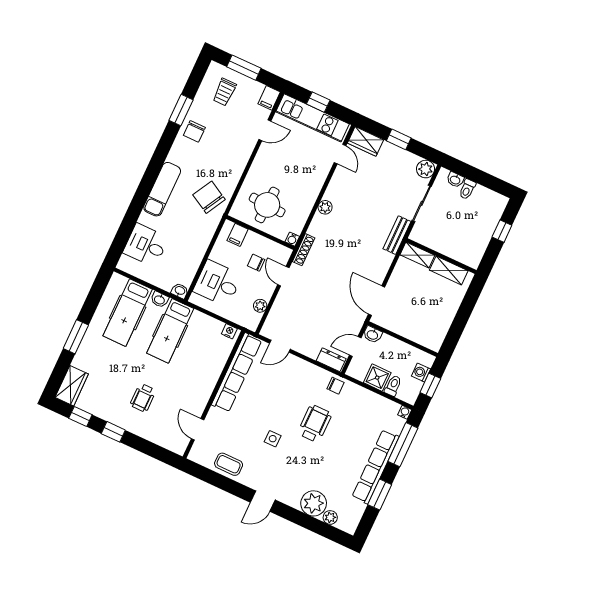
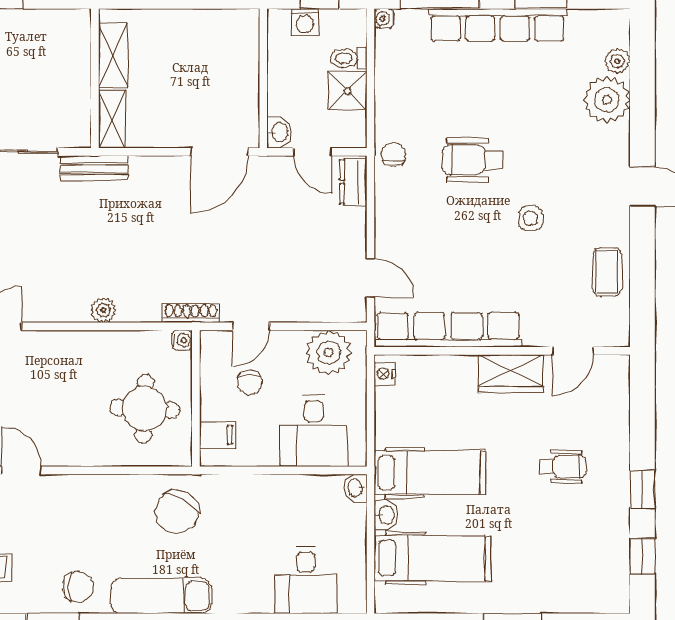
exam couch: (162, 189) -> (161, 596), moved
plant: (260, 306) -> (329, 353), width x1.88, depth x1.88
wardrobe: (72, 386) -> (511, 373), moved, turned 180

